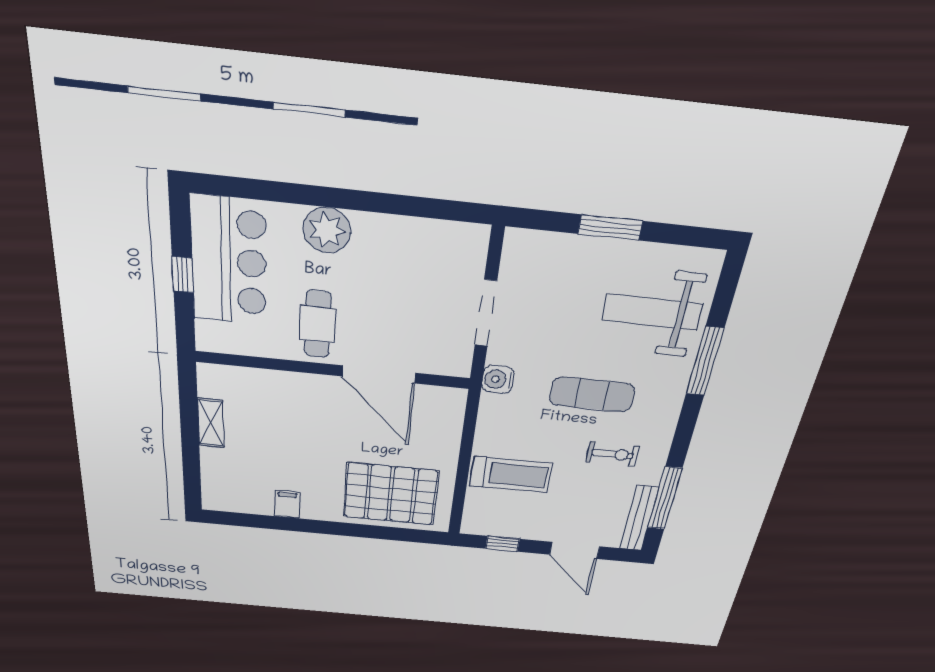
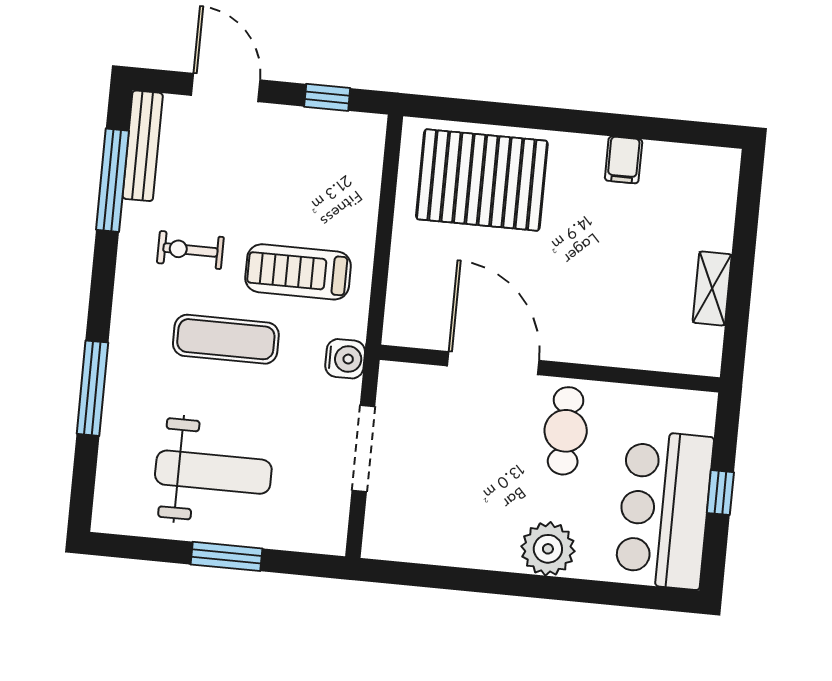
weight bench: (652, 312) -> (213, 472), moved
treadmill: (511, 475) -> (298, 272), moved

